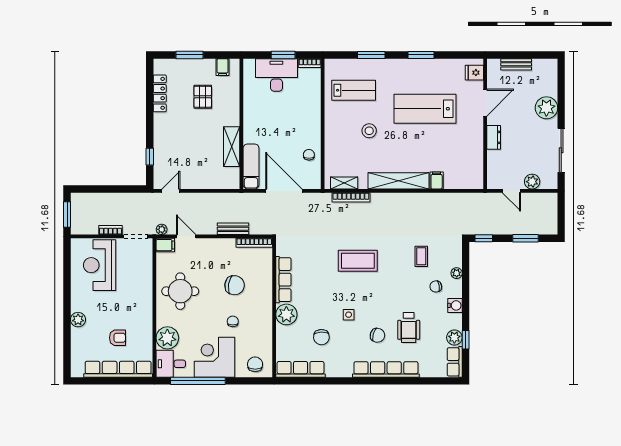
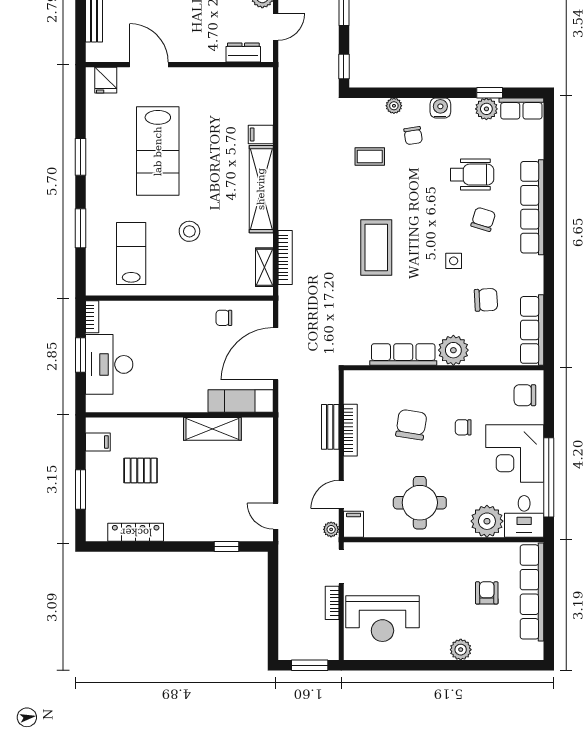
dresser: (494, 137) -> (243, 53), moved
bookcase: (254, 243) -> (350, 430), moved

